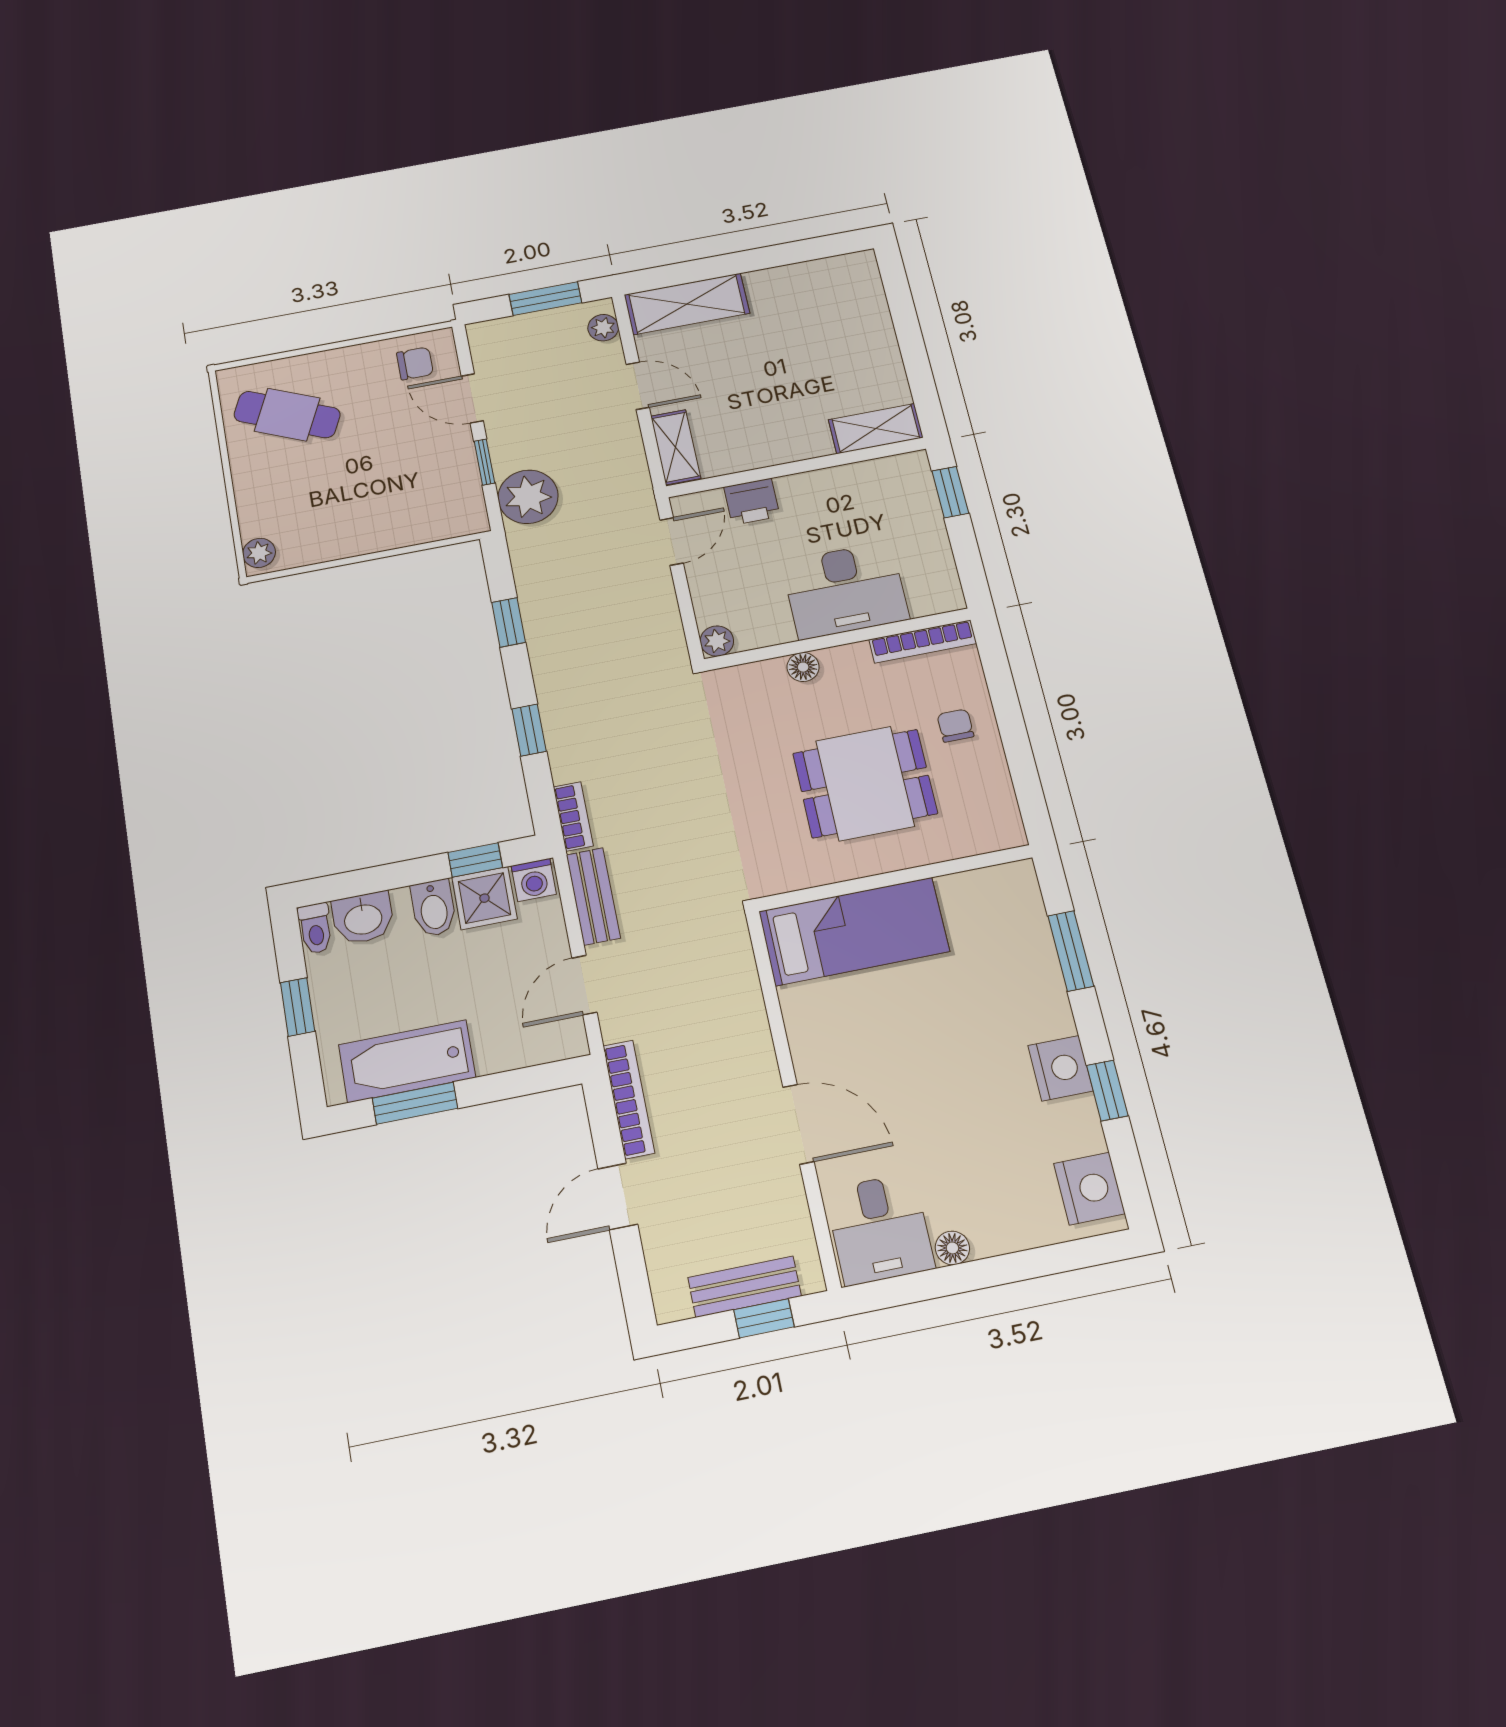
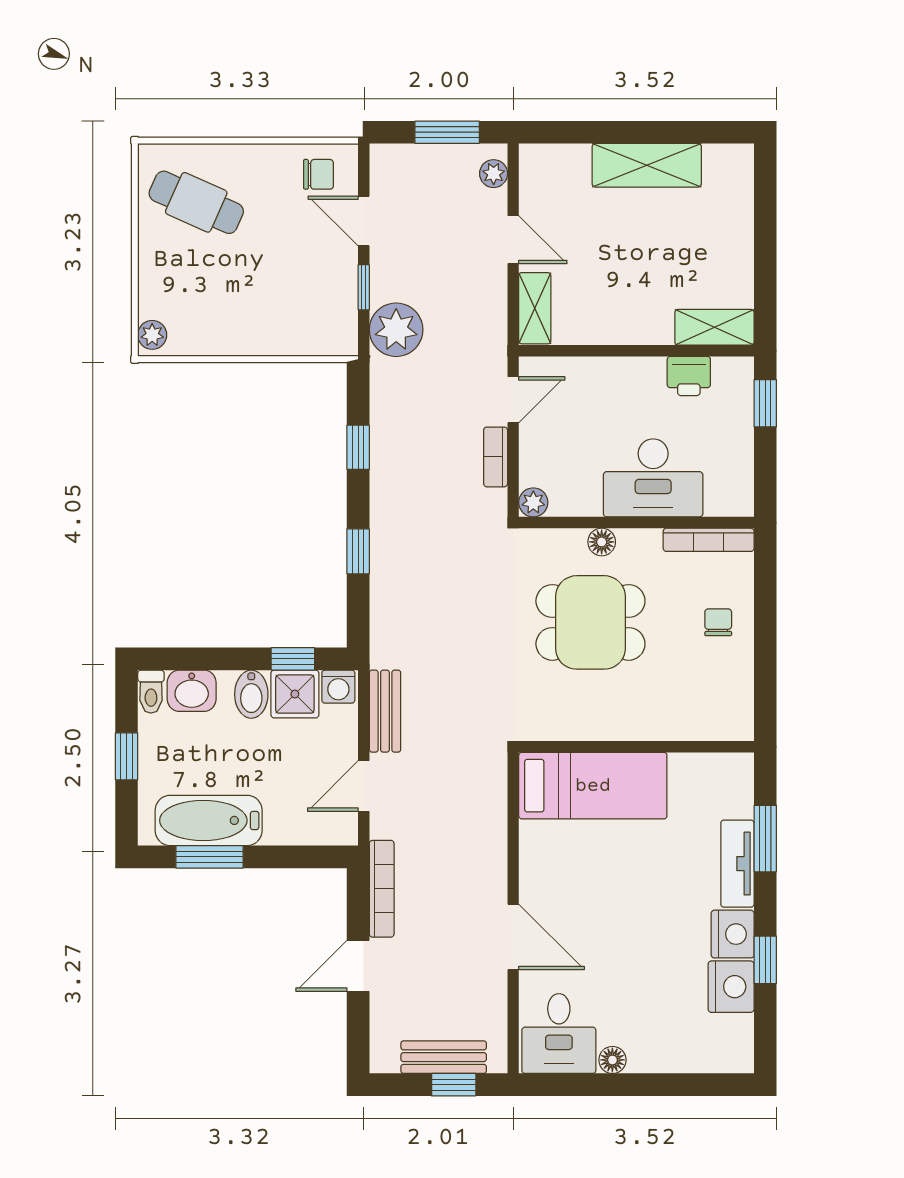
shelving: (687, 304) -> (647, 165), moved
printer: (752, 502) -> (689, 376), moved
dining table: (865, 783) -> (590, 622), moved
bookcase: (573, 816) -> (496, 457), moved, turned 180
tv unit: (1045, 986) -> (737, 864), added
nightstand: (1089, 1189) -> (731, 987), moved

